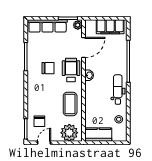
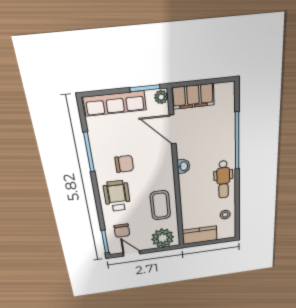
filing cabinet: (110, 27) -> (193, 96), moved
door: (84, 48) -> (173, 129), swing flipped
wheelchair: (71, 70) -> (117, 196), moved
dental chair: (118, 90) -> (223, 180), turned 180
door: (44, 143) -> (132, 253), hinge flipped

